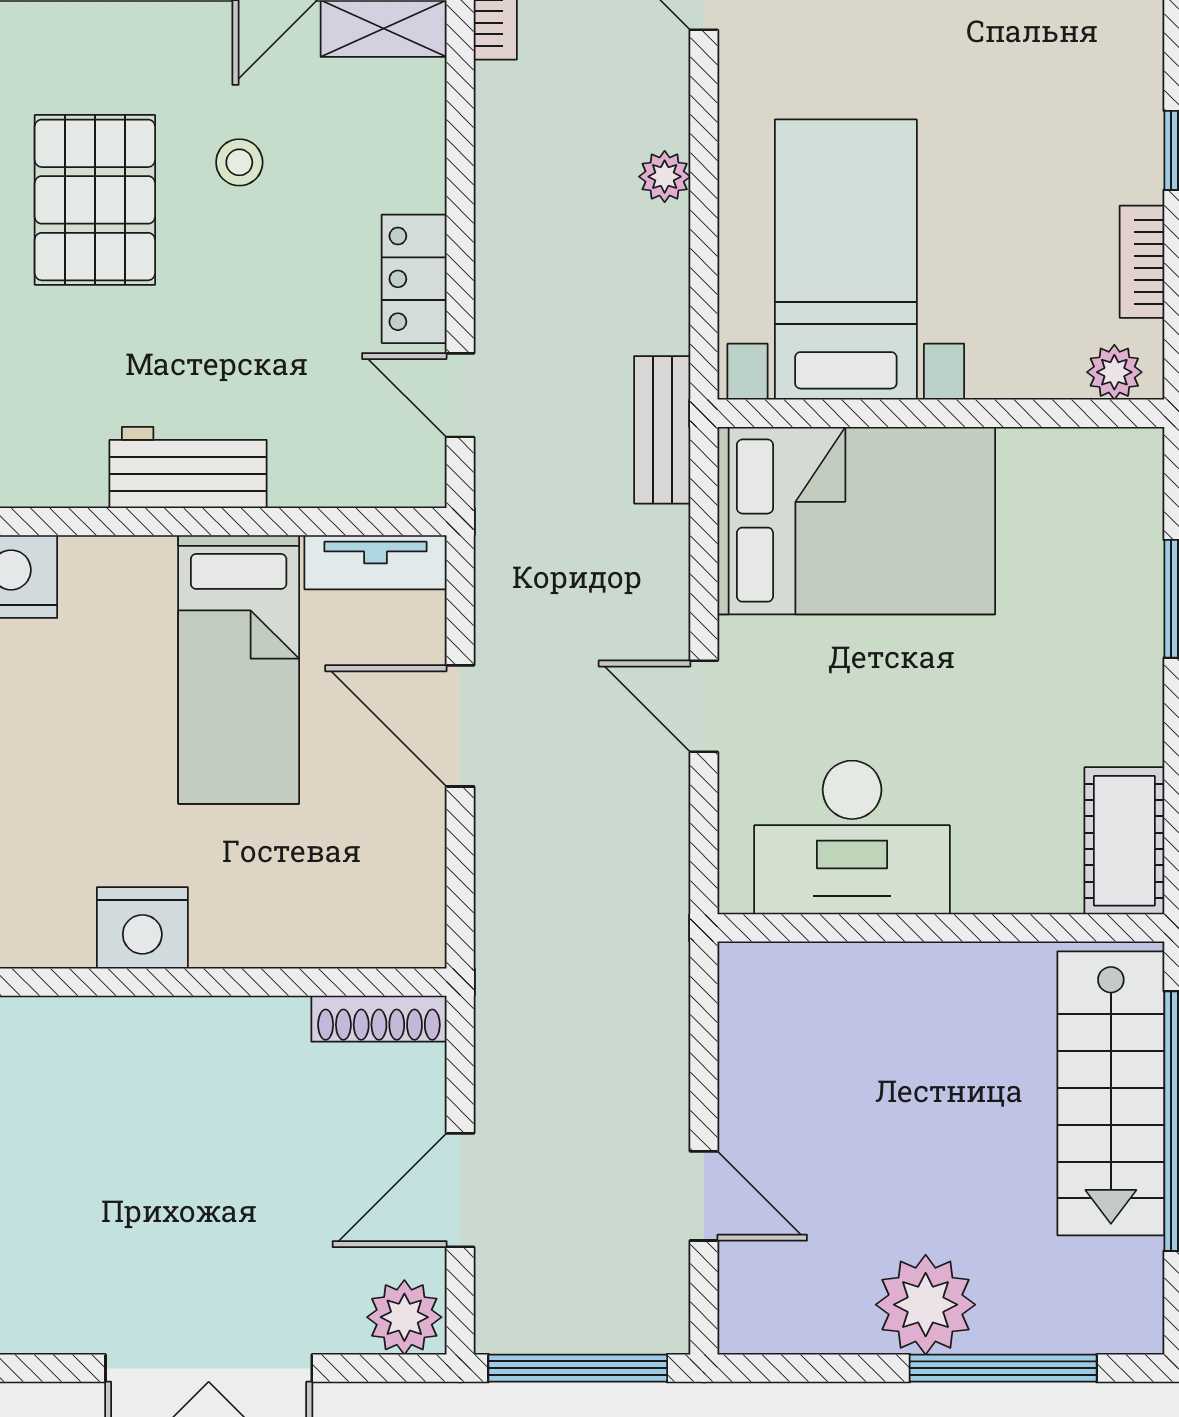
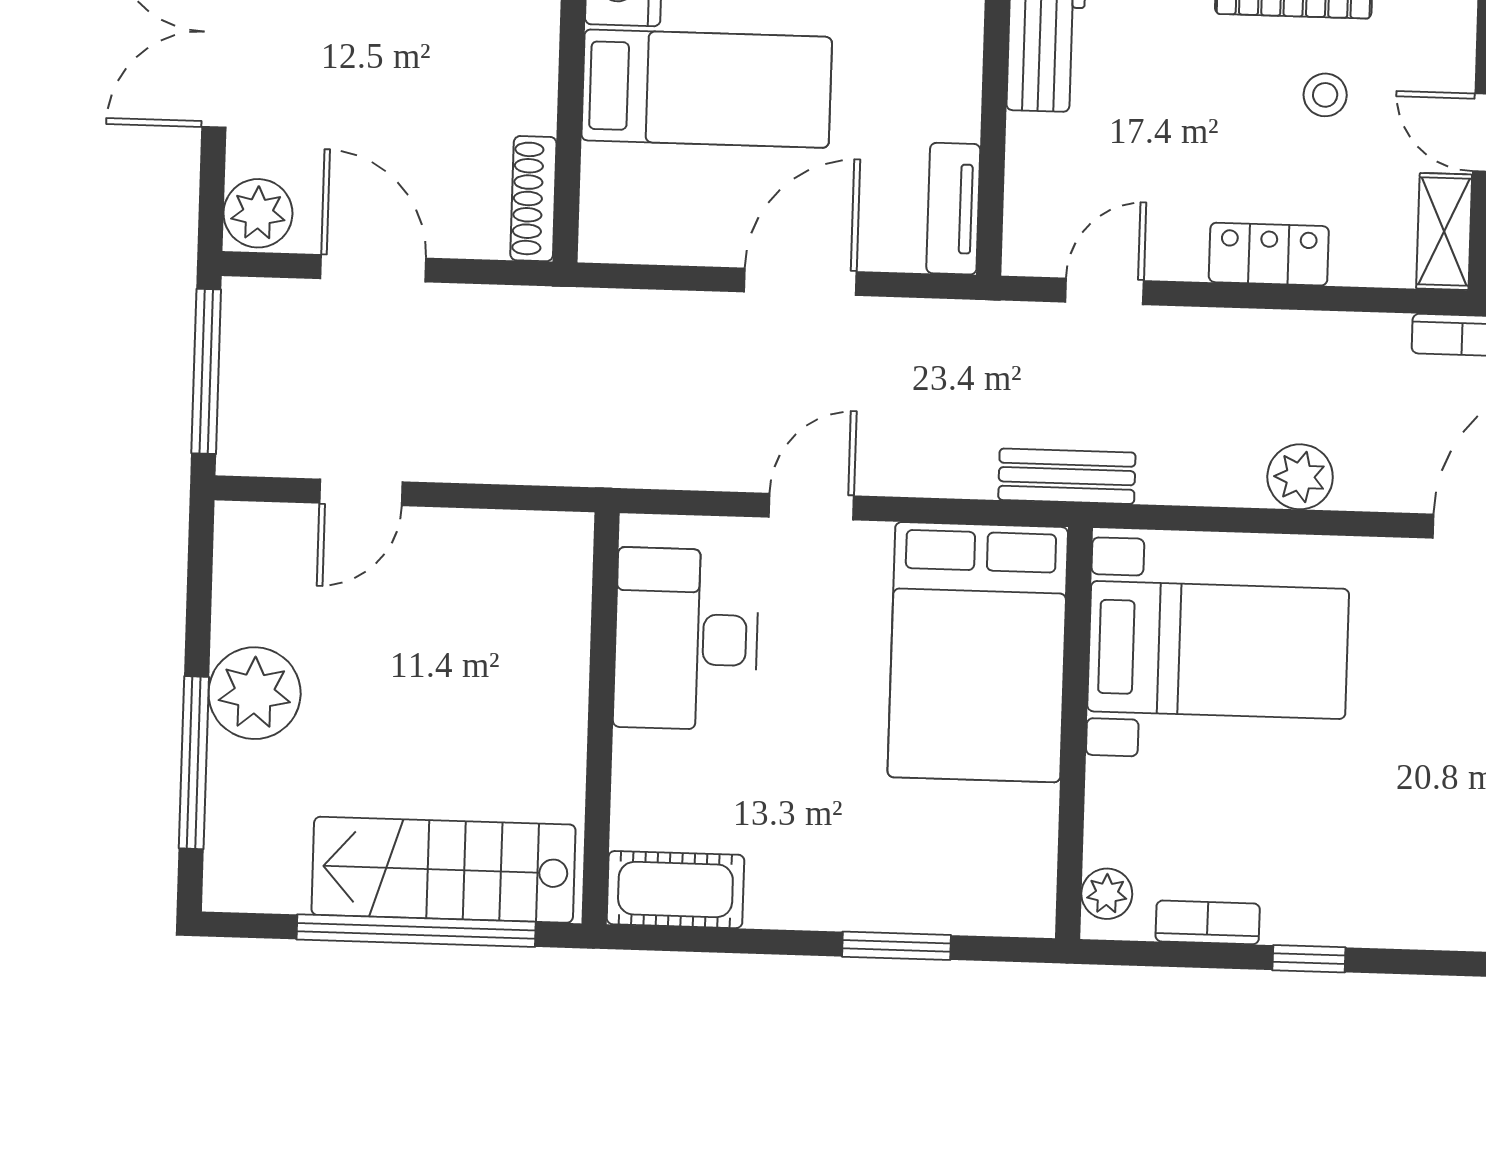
plant: (665, 177) -> (1300, 477), width x1.38, depth x1.38
locker: (414, 279) -> (1269, 254), moved
bed: (239, 669) -> (707, 89), moved, turned 180

